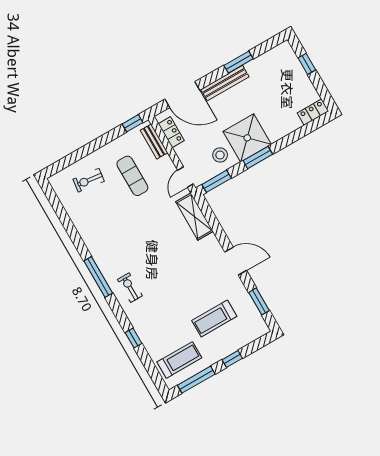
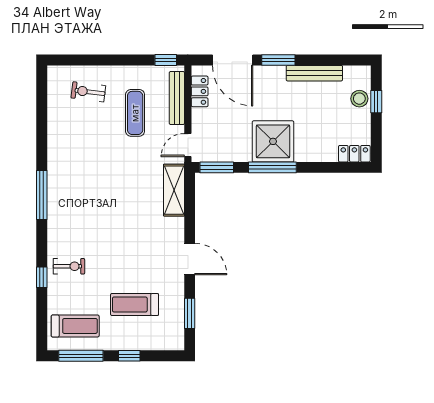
window: (239, 62) -> (278, 60), moved
bench: (225, 83) -> (314, 73), moved
bench: (154, 142) -> (177, 98), width x1.36
stool: (220, 155) -> (359, 99), moved
window: (258, 157) -> (272, 167), width x1.44
exercise bike: (130, 288) -> (69, 266), moved, turned 90

